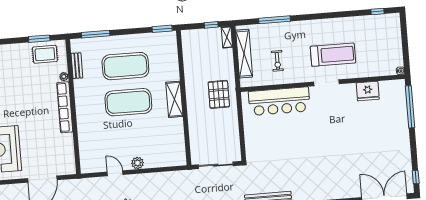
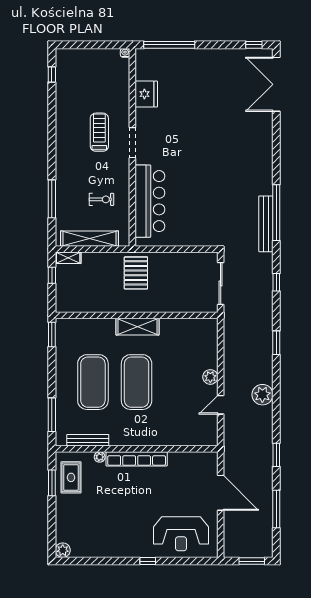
treadmill: (333, 55) -> (99, 132), width x0.73, depth x0.73
bench: (77, 66) -> (88, 440), width x1.36
pallet: (219, 94) -> (136, 273), turned 90

